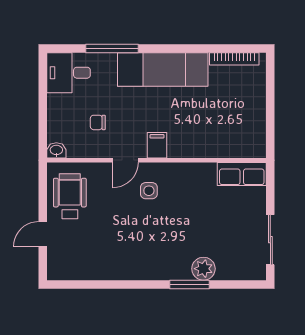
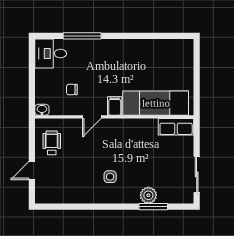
bookcase: (234, 59) -> (171, 44), removed
exam couch: (163, 69) -> (156, 103), moved, turned 180
side table: (149, 191) -> (110, 177), moved
wheelchair: (70, 196) -> (52, 143), width x0.73, depth x0.73
window: (189, 284) -> (153, 207), moved

